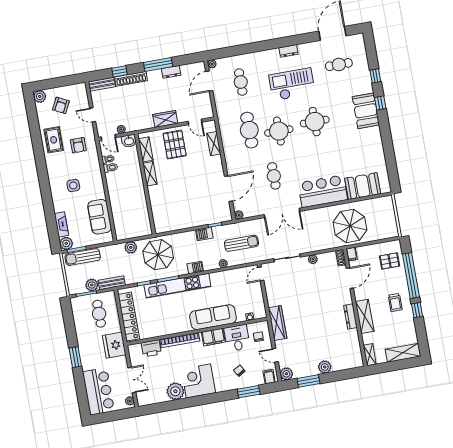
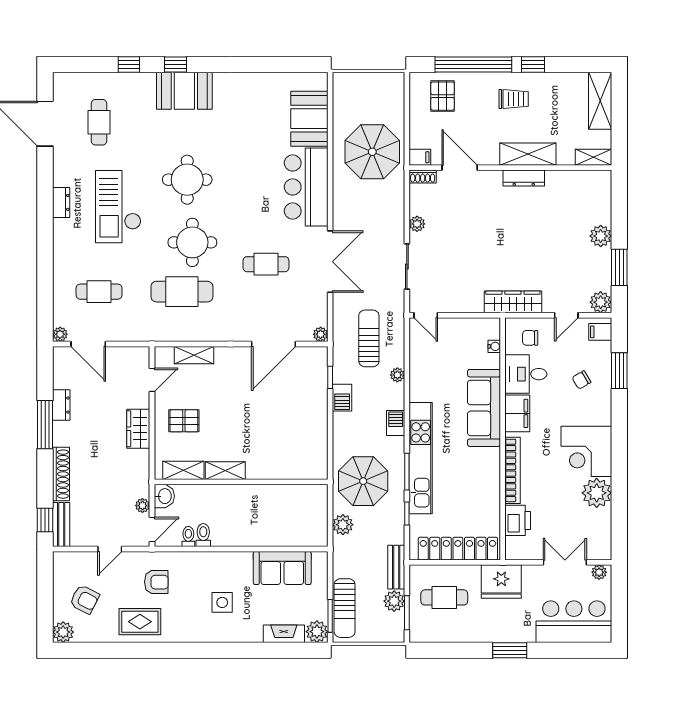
window: (119, 71) -> (45, 520), moved
pallet: (175, 145) -> (184, 421), width x0.67, depth x0.71
door: (228, 189) -> (274, 344), swing flipped

